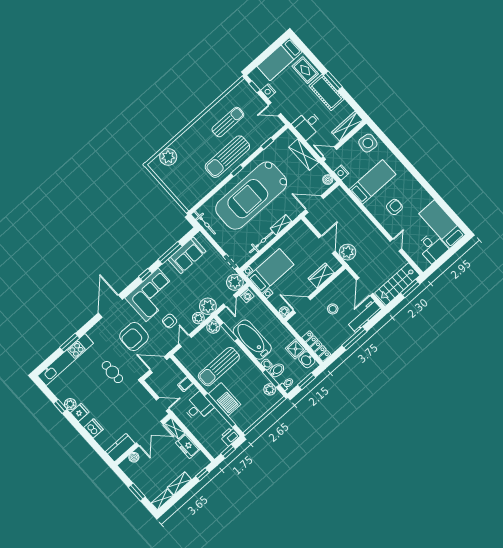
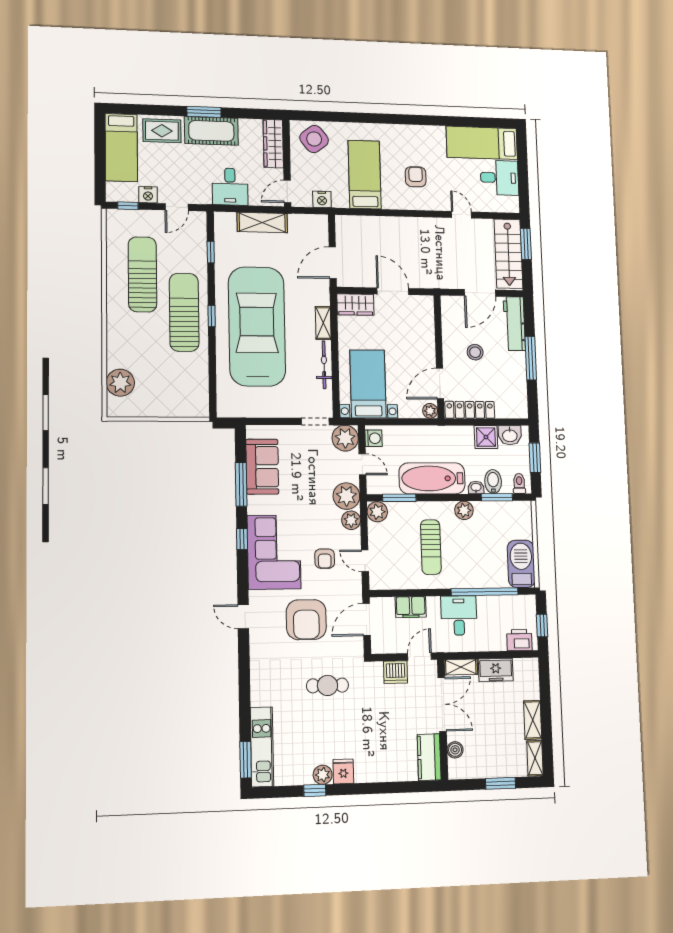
sun lounger: (228, 122) -> (142, 274), width x1.36, depth x1.34
side table: (368, 143) -> (314, 139), turned 45
sun lounger: (227, 157) -> (184, 312), turned 180
boiler: (328, 180) -> (317, 222), removed
car: (251, 196) -> (257, 326), turned 180
bicycle: (205, 223) -> (241, 410), removed
plant: (347, 252) -> (423, 276), removed
wardrobe: (321, 276) -> (355, 305), moved, turned -90
door: (365, 287) -> (480, 293), hinge flipped
door: (110, 306) -> (243, 617), width x0.53
window: (70, 343) -> (246, 760), moved
locker: (316, 346) -> (470, 410), moved
kitchen unit: (66, 360) -> (262, 747), width x0.73
sun lounger: (219, 367) -> (431, 547), width x0.73, depth x0.75
filing cabinet: (185, 384) -> (411, 607), width x2.00
plant: (270, 389) -> (464, 510), moved
barbecue: (225, 399) -> (521, 564), moved, turned -90
dishwasher: (93, 428) -> (396, 672), moved, turned 180
printer: (230, 436) -> (519, 640), moved, turned 90
window: (202, 474) -> (544, 682), removed

